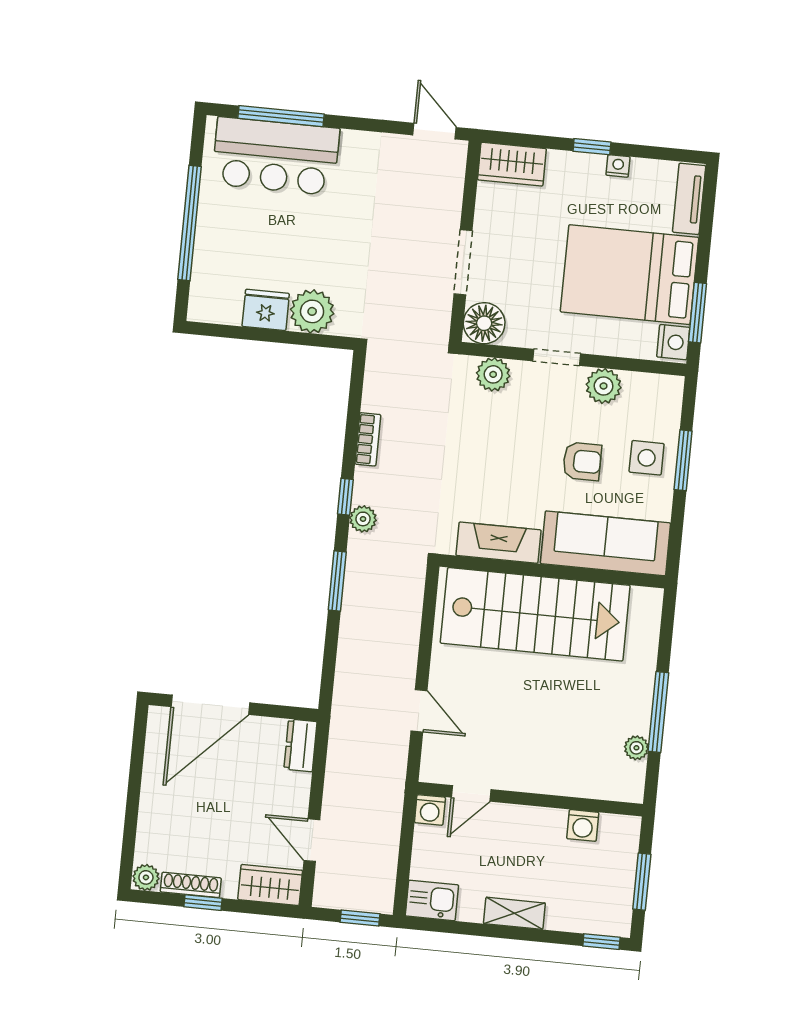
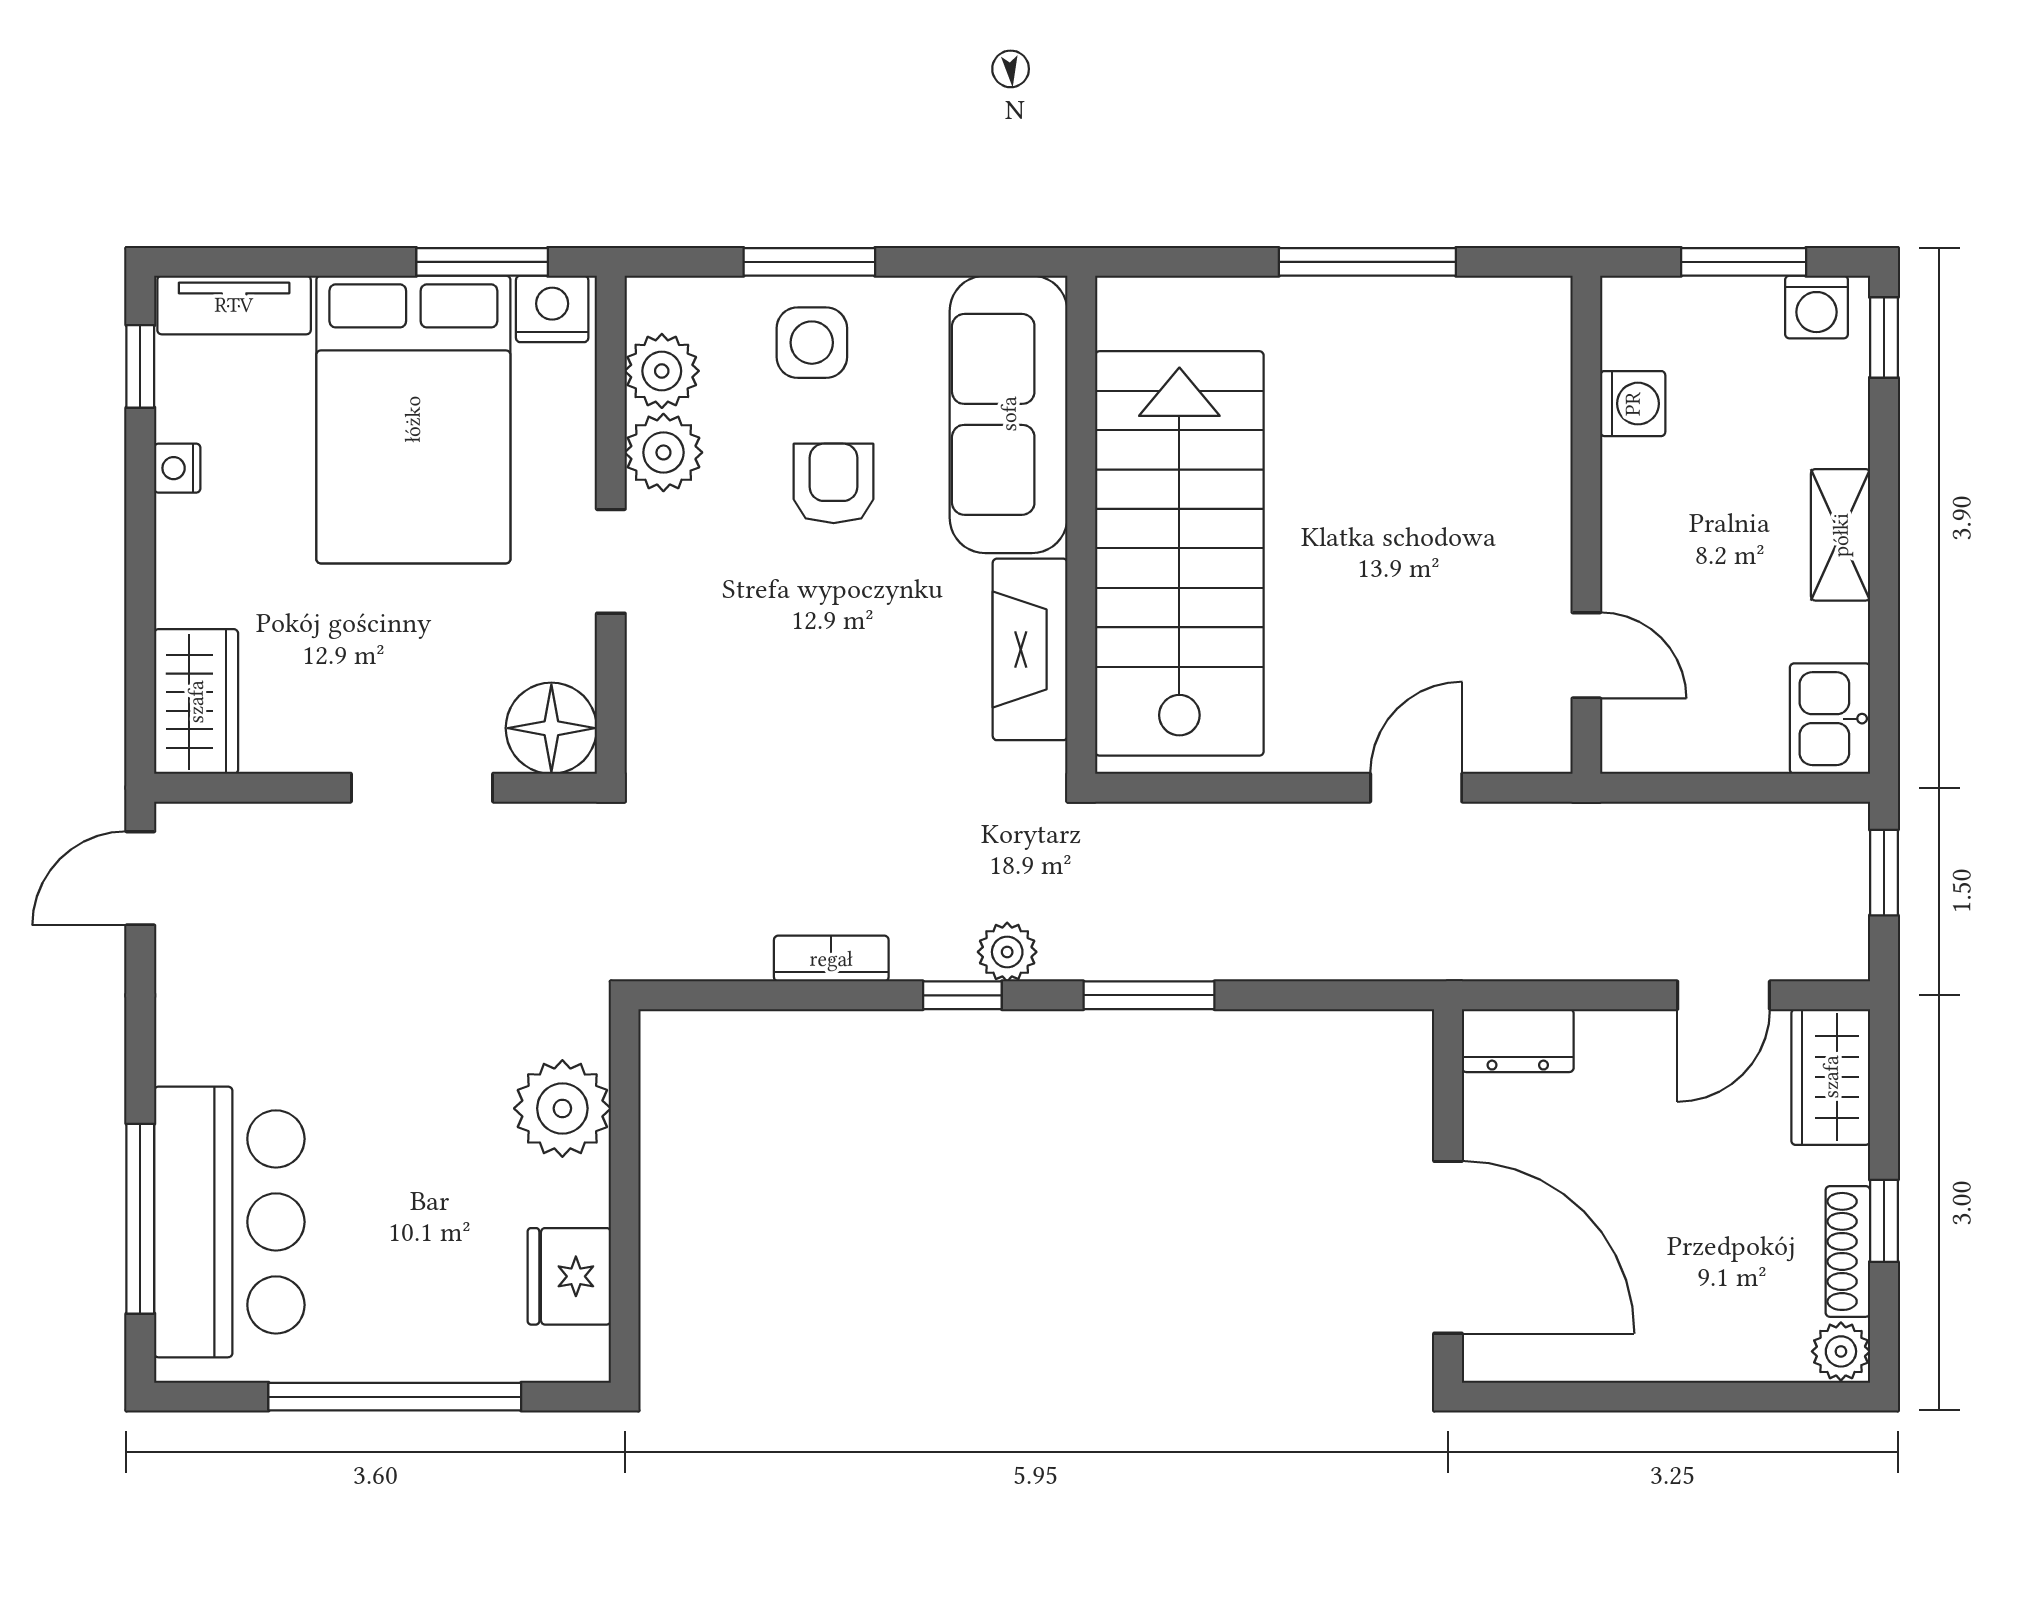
window: (592, 147) -> (140, 366), moved
fridge: (266, 310) -> (569, 1276), moved
plant: (493, 374) -> (662, 371), moved
plant: (636, 748) -> (1451, 302), removed
washing machine: (430, 810) -> (1817, 307), moved, turned 90

